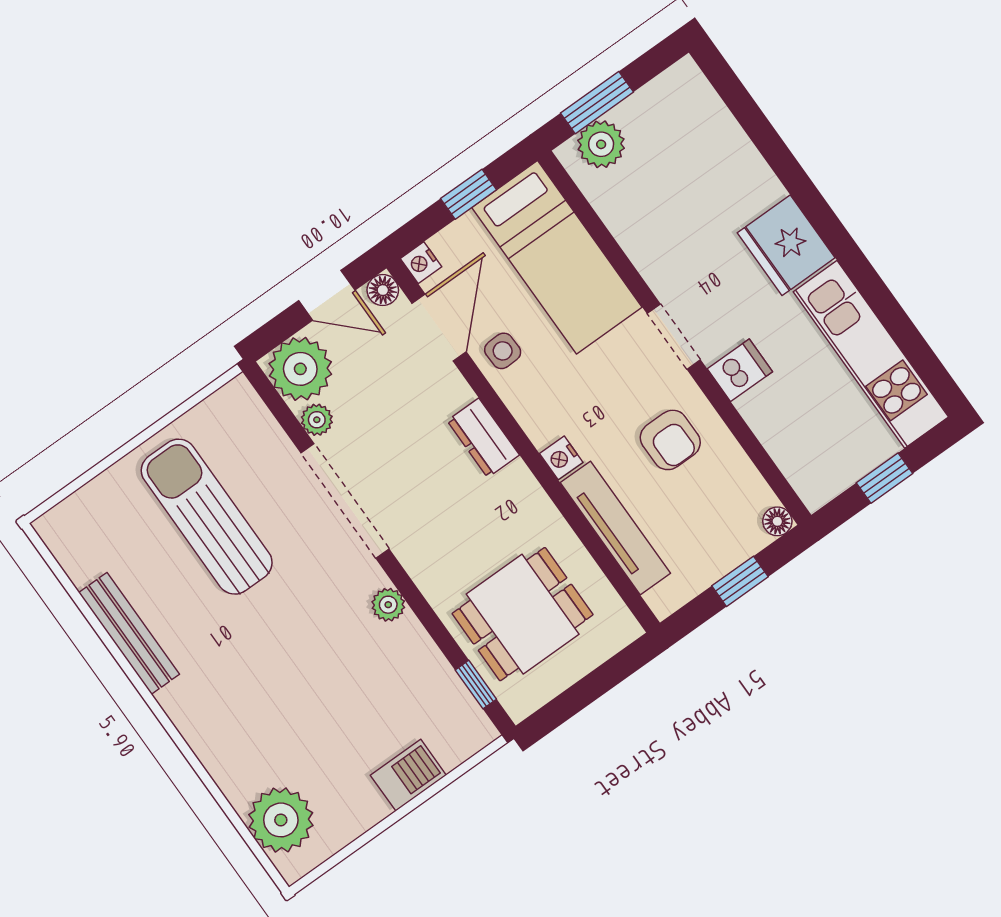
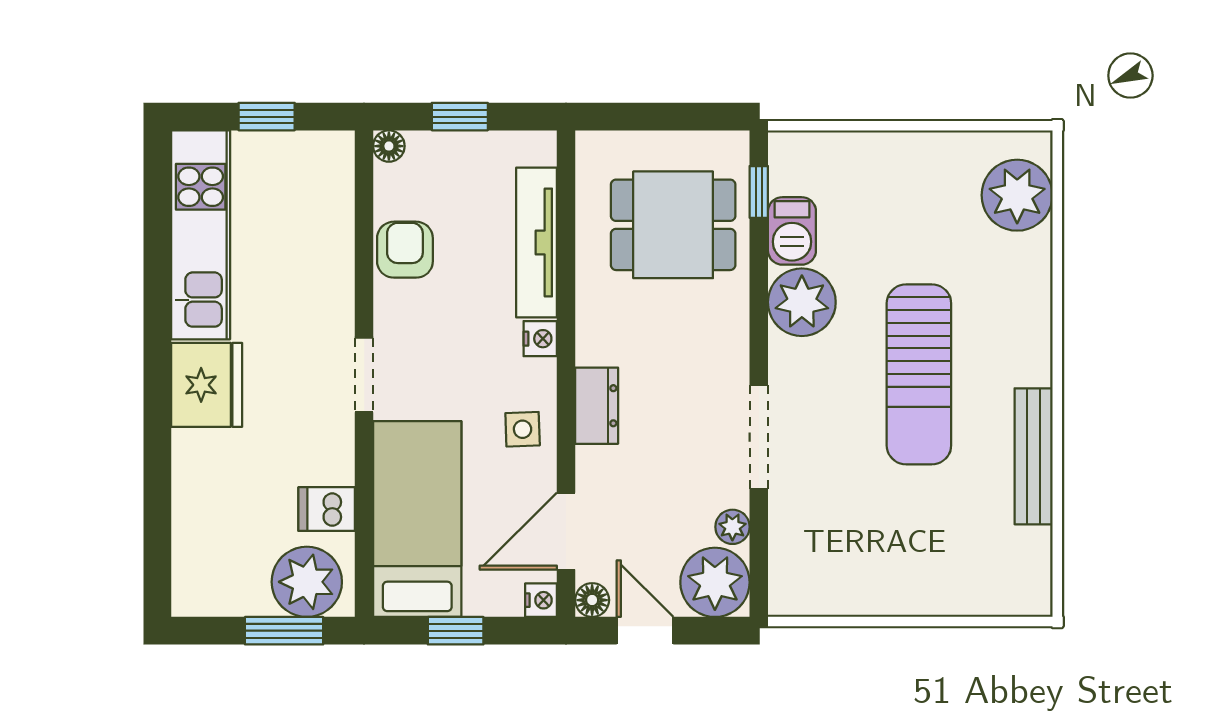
plant: (601, 144) -> (307, 582), width x1.36, depth x1.36
side table: (503, 351) -> (523, 429), moved
dishwasher: (740, 370) -> (327, 509), moved
armchair: (670, 440) -> (405, 250), moved
doorway: (345, 501) -> (759, 437), width x0.73
sun lounger: (207, 517) -> (919, 374), moved
plant: (388, 605) -> (802, 302), width x1.88, depth x1.88
barbecue: (408, 775) -> (792, 231), moved, turned -90

